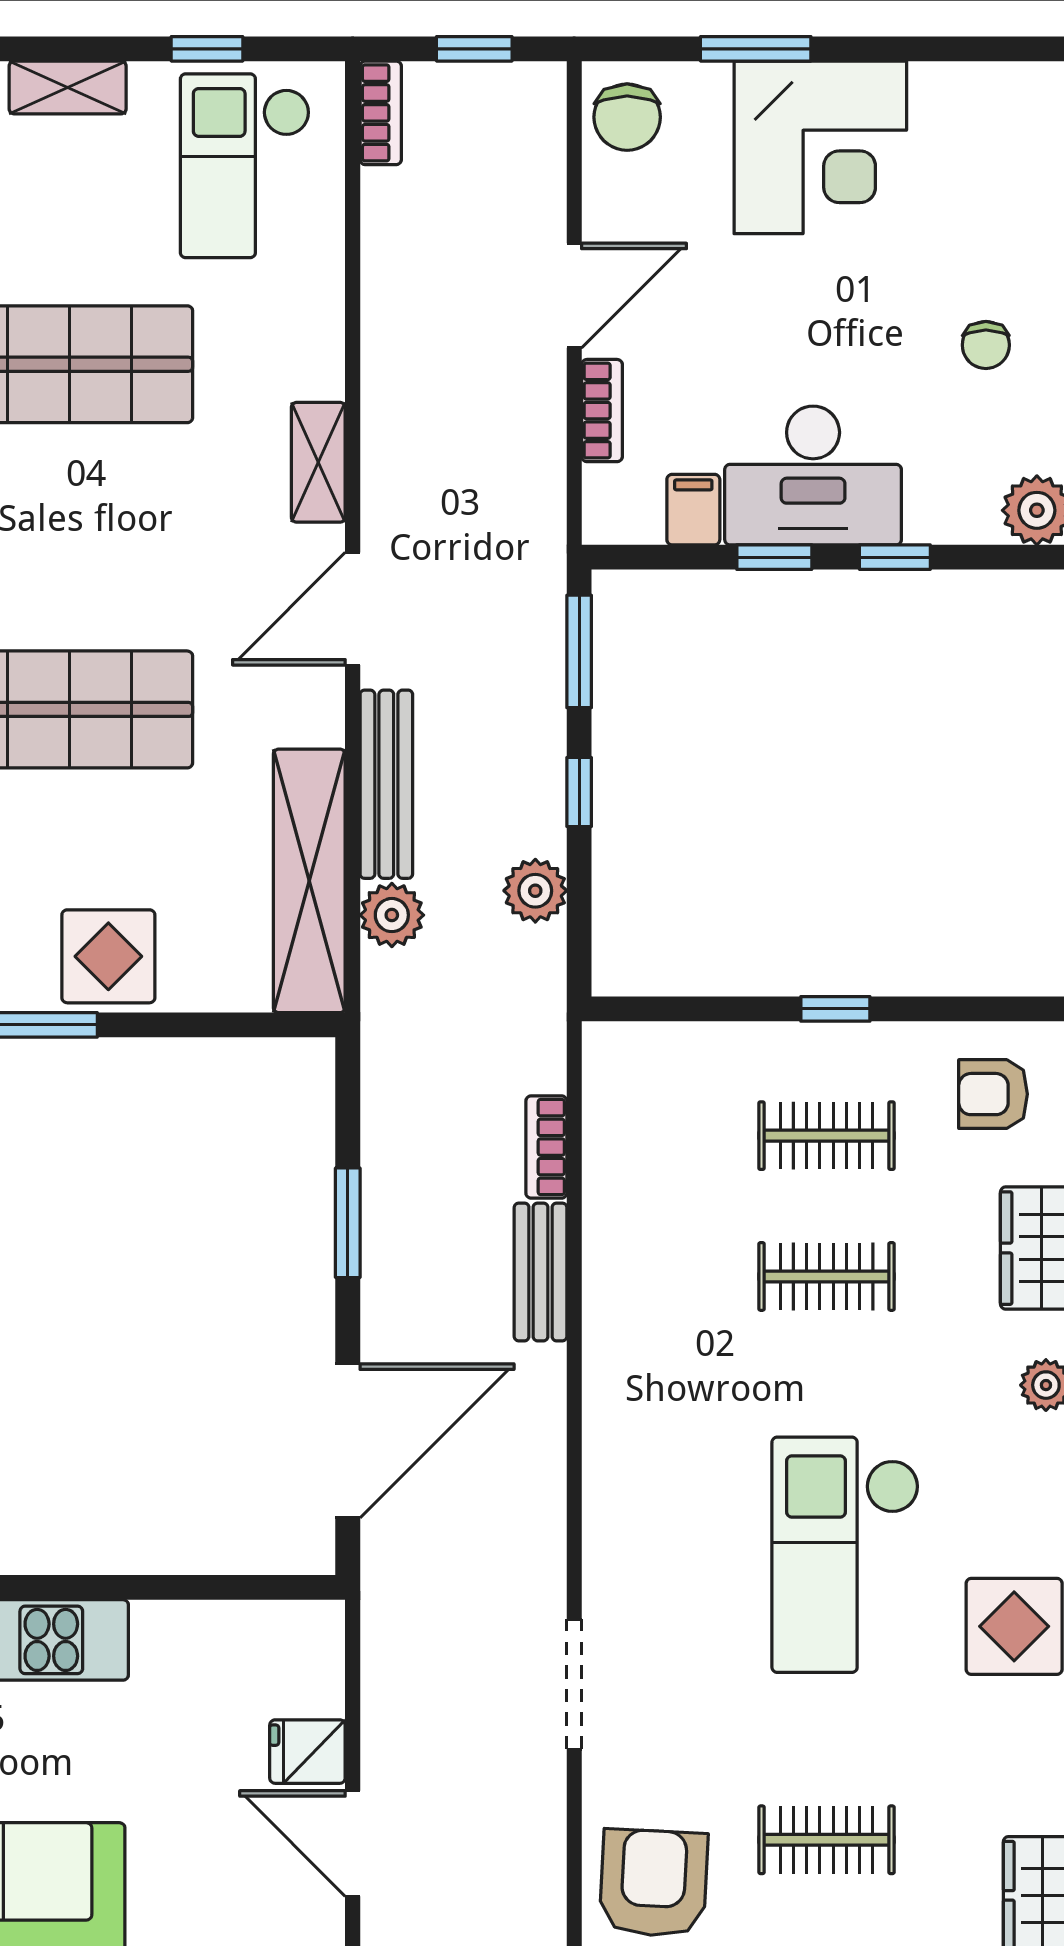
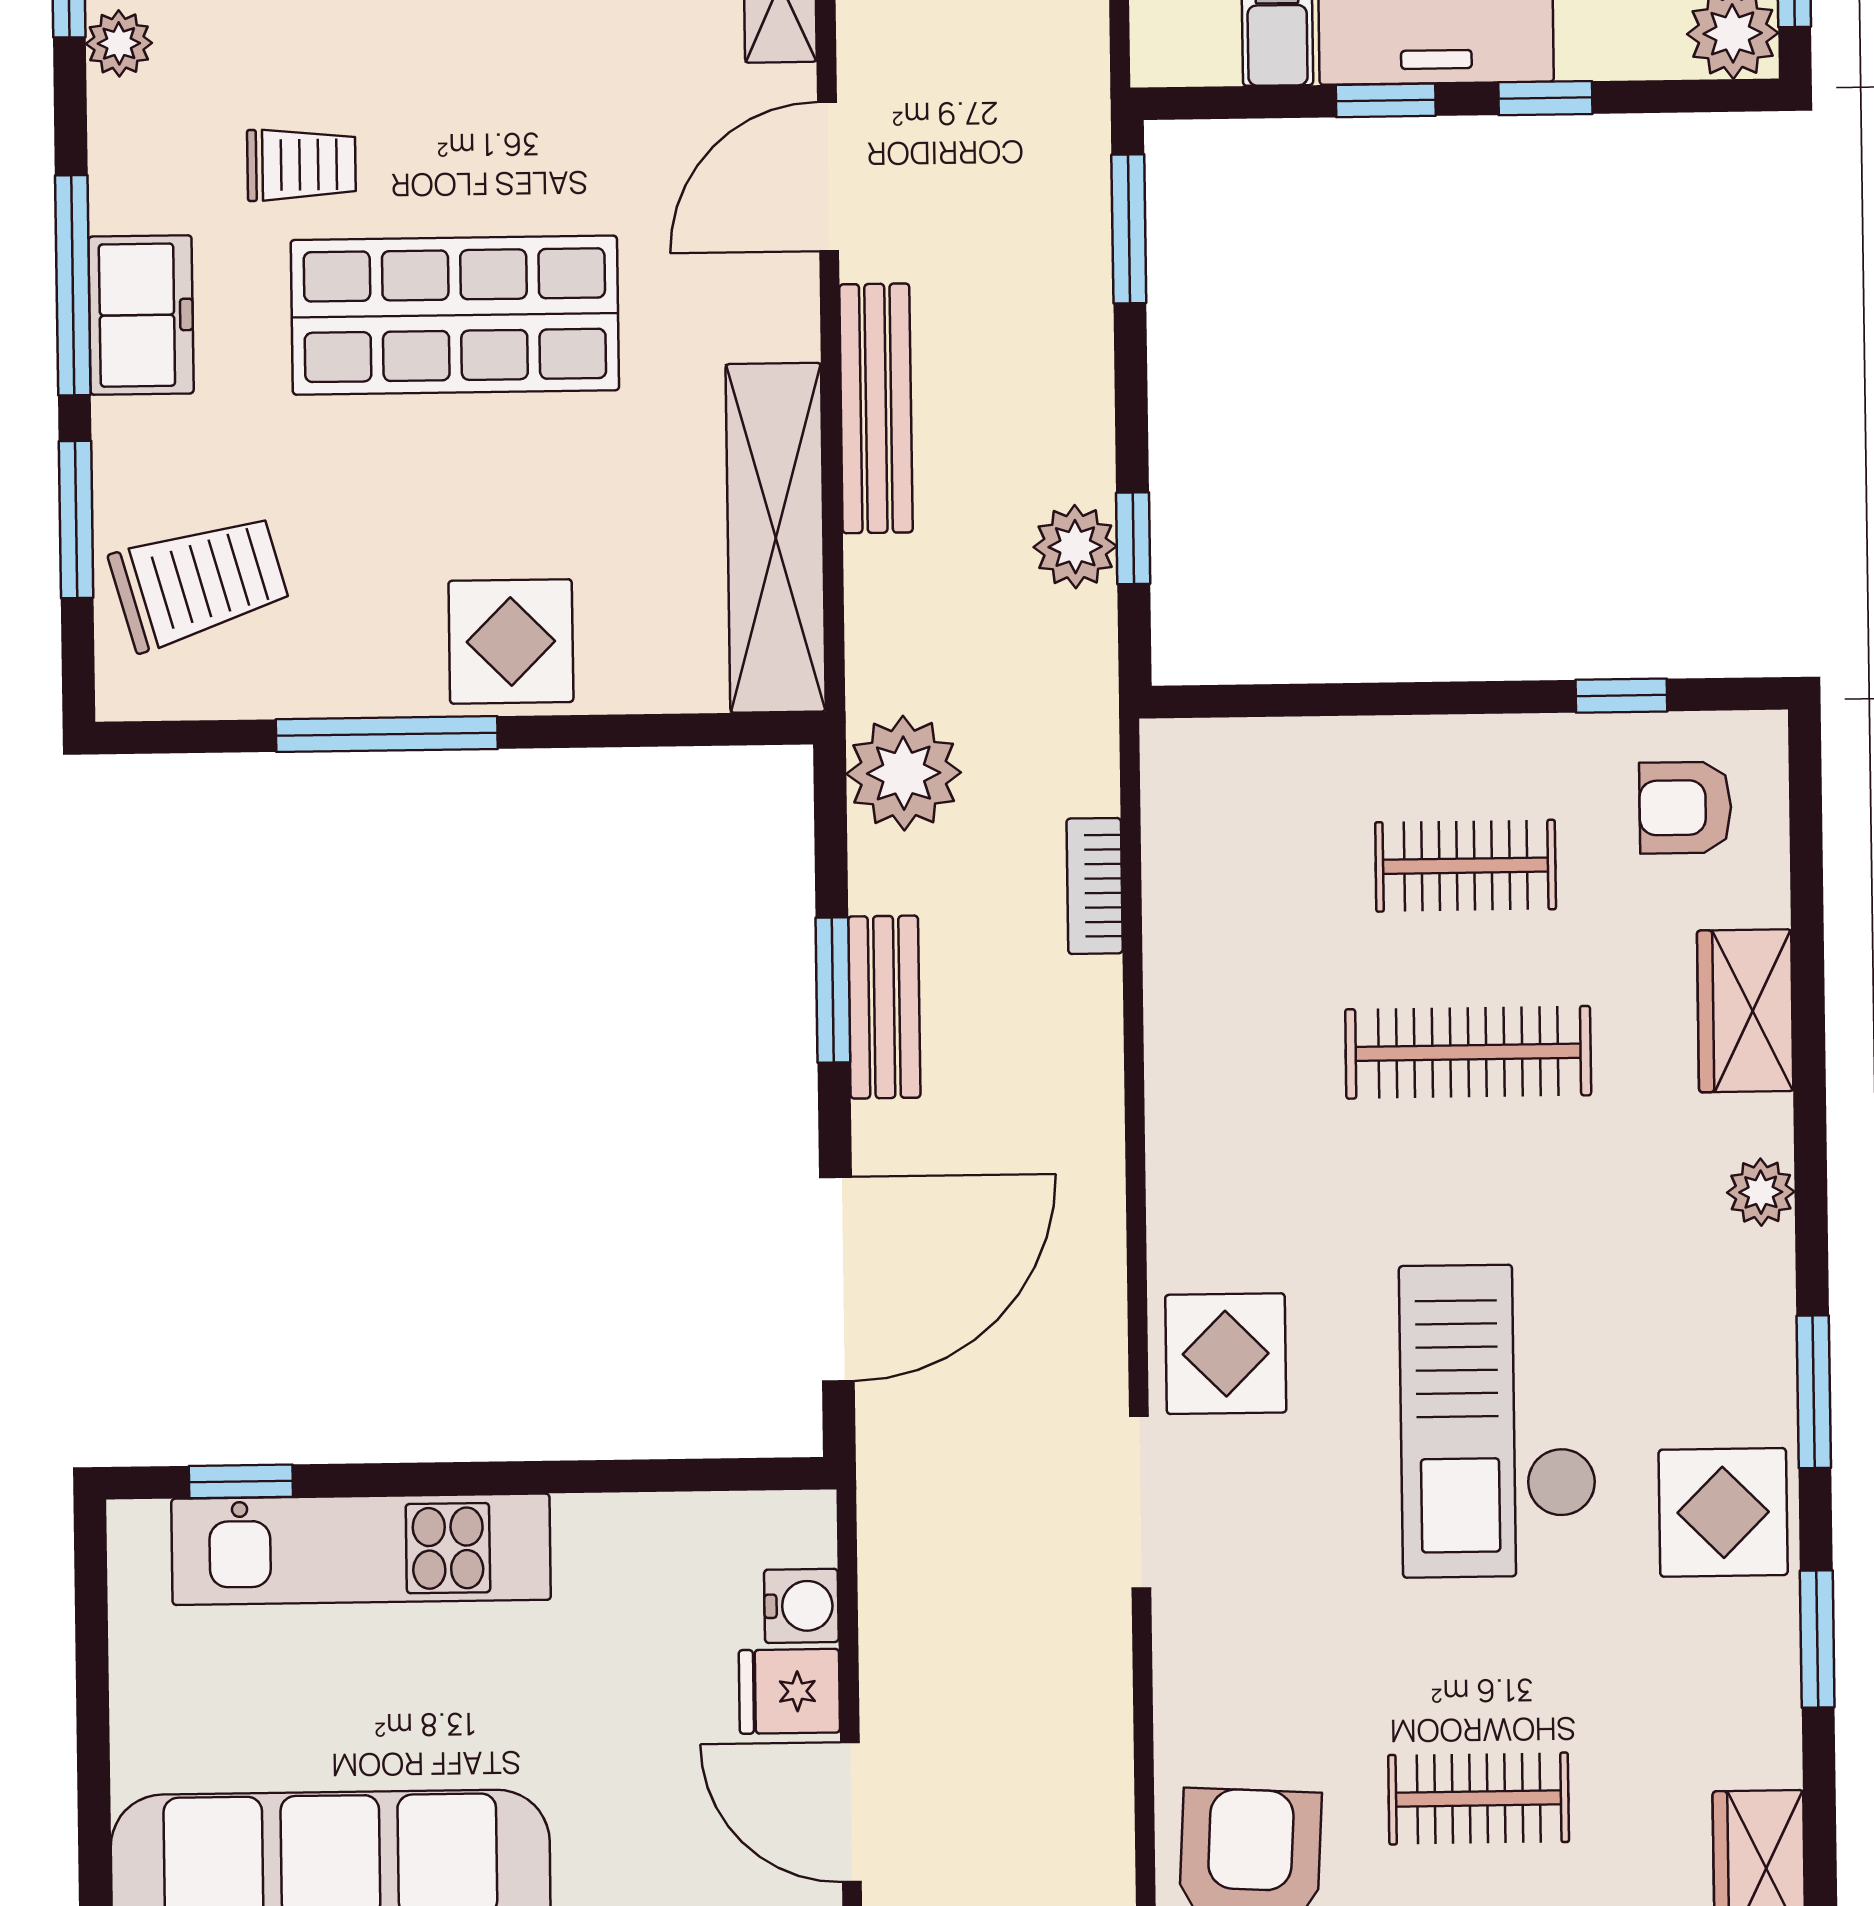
window: (579, 792) -> (1133, 538), moved
plant: (392, 915) -> (904, 773), moved, width x1.36, depth x1.36
window: (835, 1009) -> (1621, 696), moved
bench: (541, 1272) -> (884, 1007), moved
clothes rail: (827, 1276) -> (1468, 1052), width x1.36
display table: (640, 1501) -> (1226, 1354), added
doorway: (574, 1684) -> (1140, 1502), moved
water cooler: (317, 1687) -> (801, 1606), added

